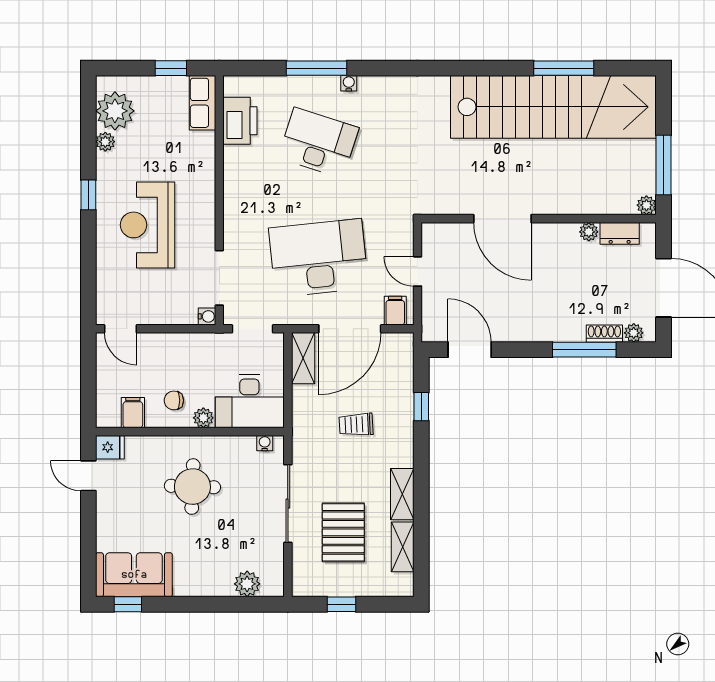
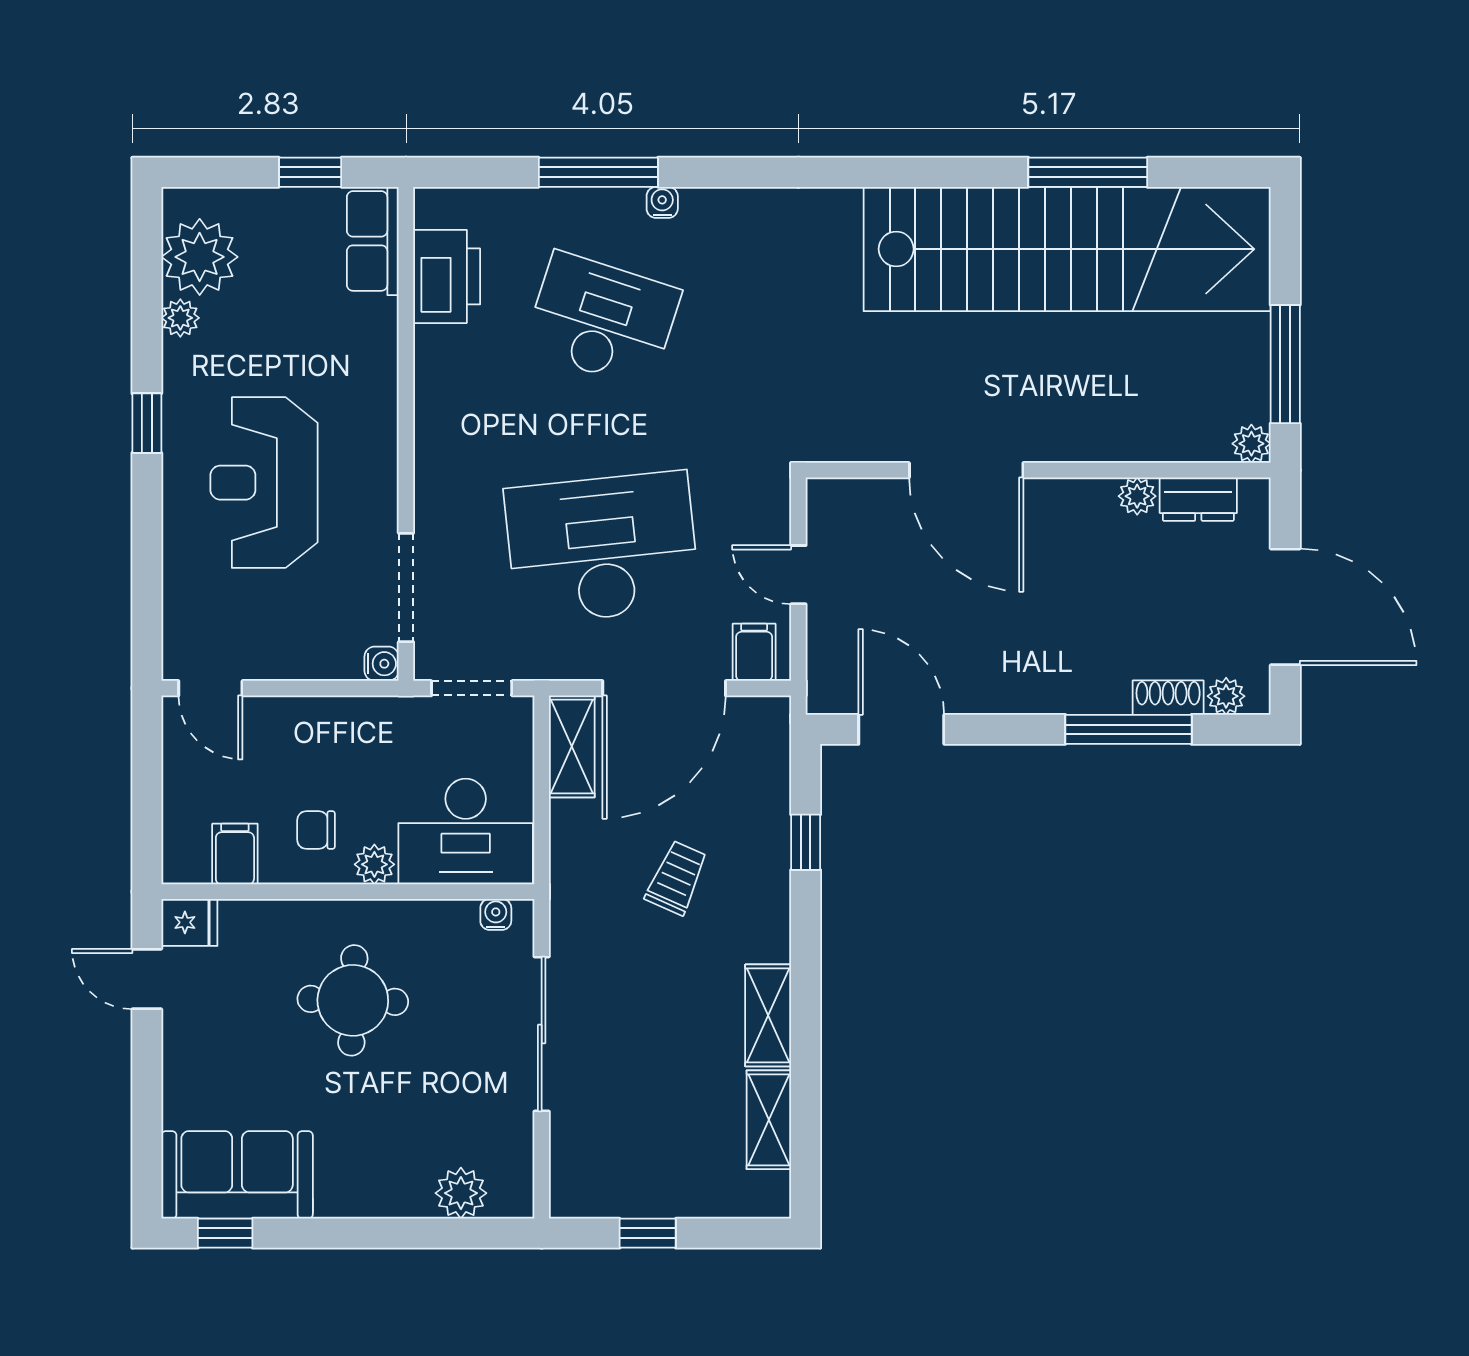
trolley: (356, 425) -> (677, 878), turned 117
pallet: (343, 532) -> (651, 1091), removed

